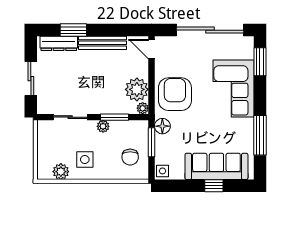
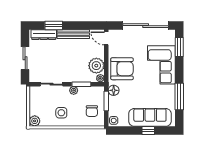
armchair: (175, 94) -> (122, 69), turned 90
plant: (61, 172) -> (35, 121), moved

